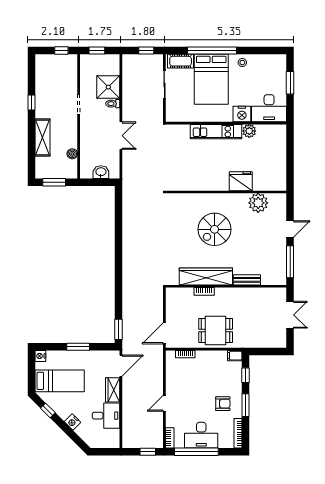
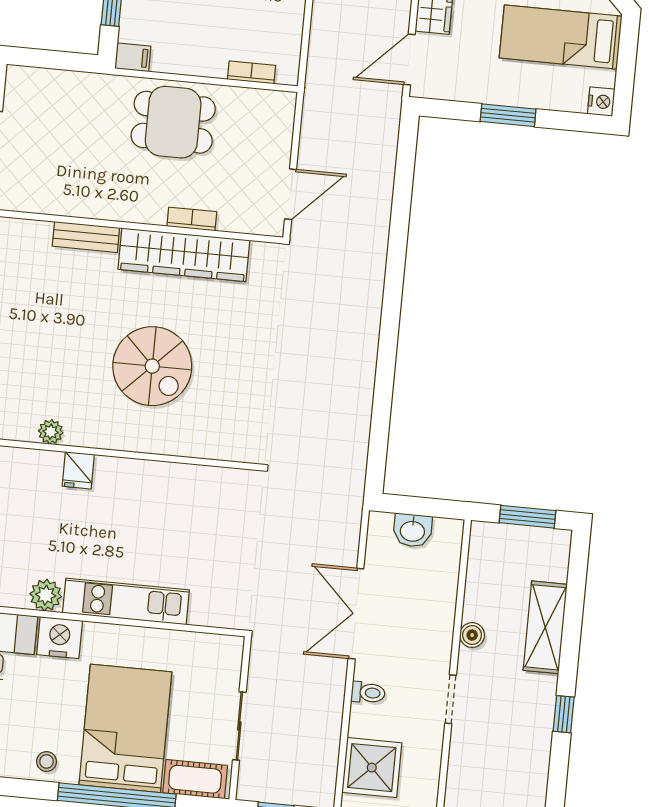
shower: (108, 87) -> (372, 768), moved
double door: (121, 136) -> (356, 614), width x1.37
boiler: (72, 154) -> (472, 635), moved
fridge: (241, 181) -> (78, 470), width x0.53, depth x0.75
plant: (258, 203) -> (51, 432), width x0.53, depth x0.53
spiral stairs: (214, 229) -> (152, 366), turned 90
window: (118, 329) -> (407, 147), removed
door: (164, 333) -> (291, 194), moved

